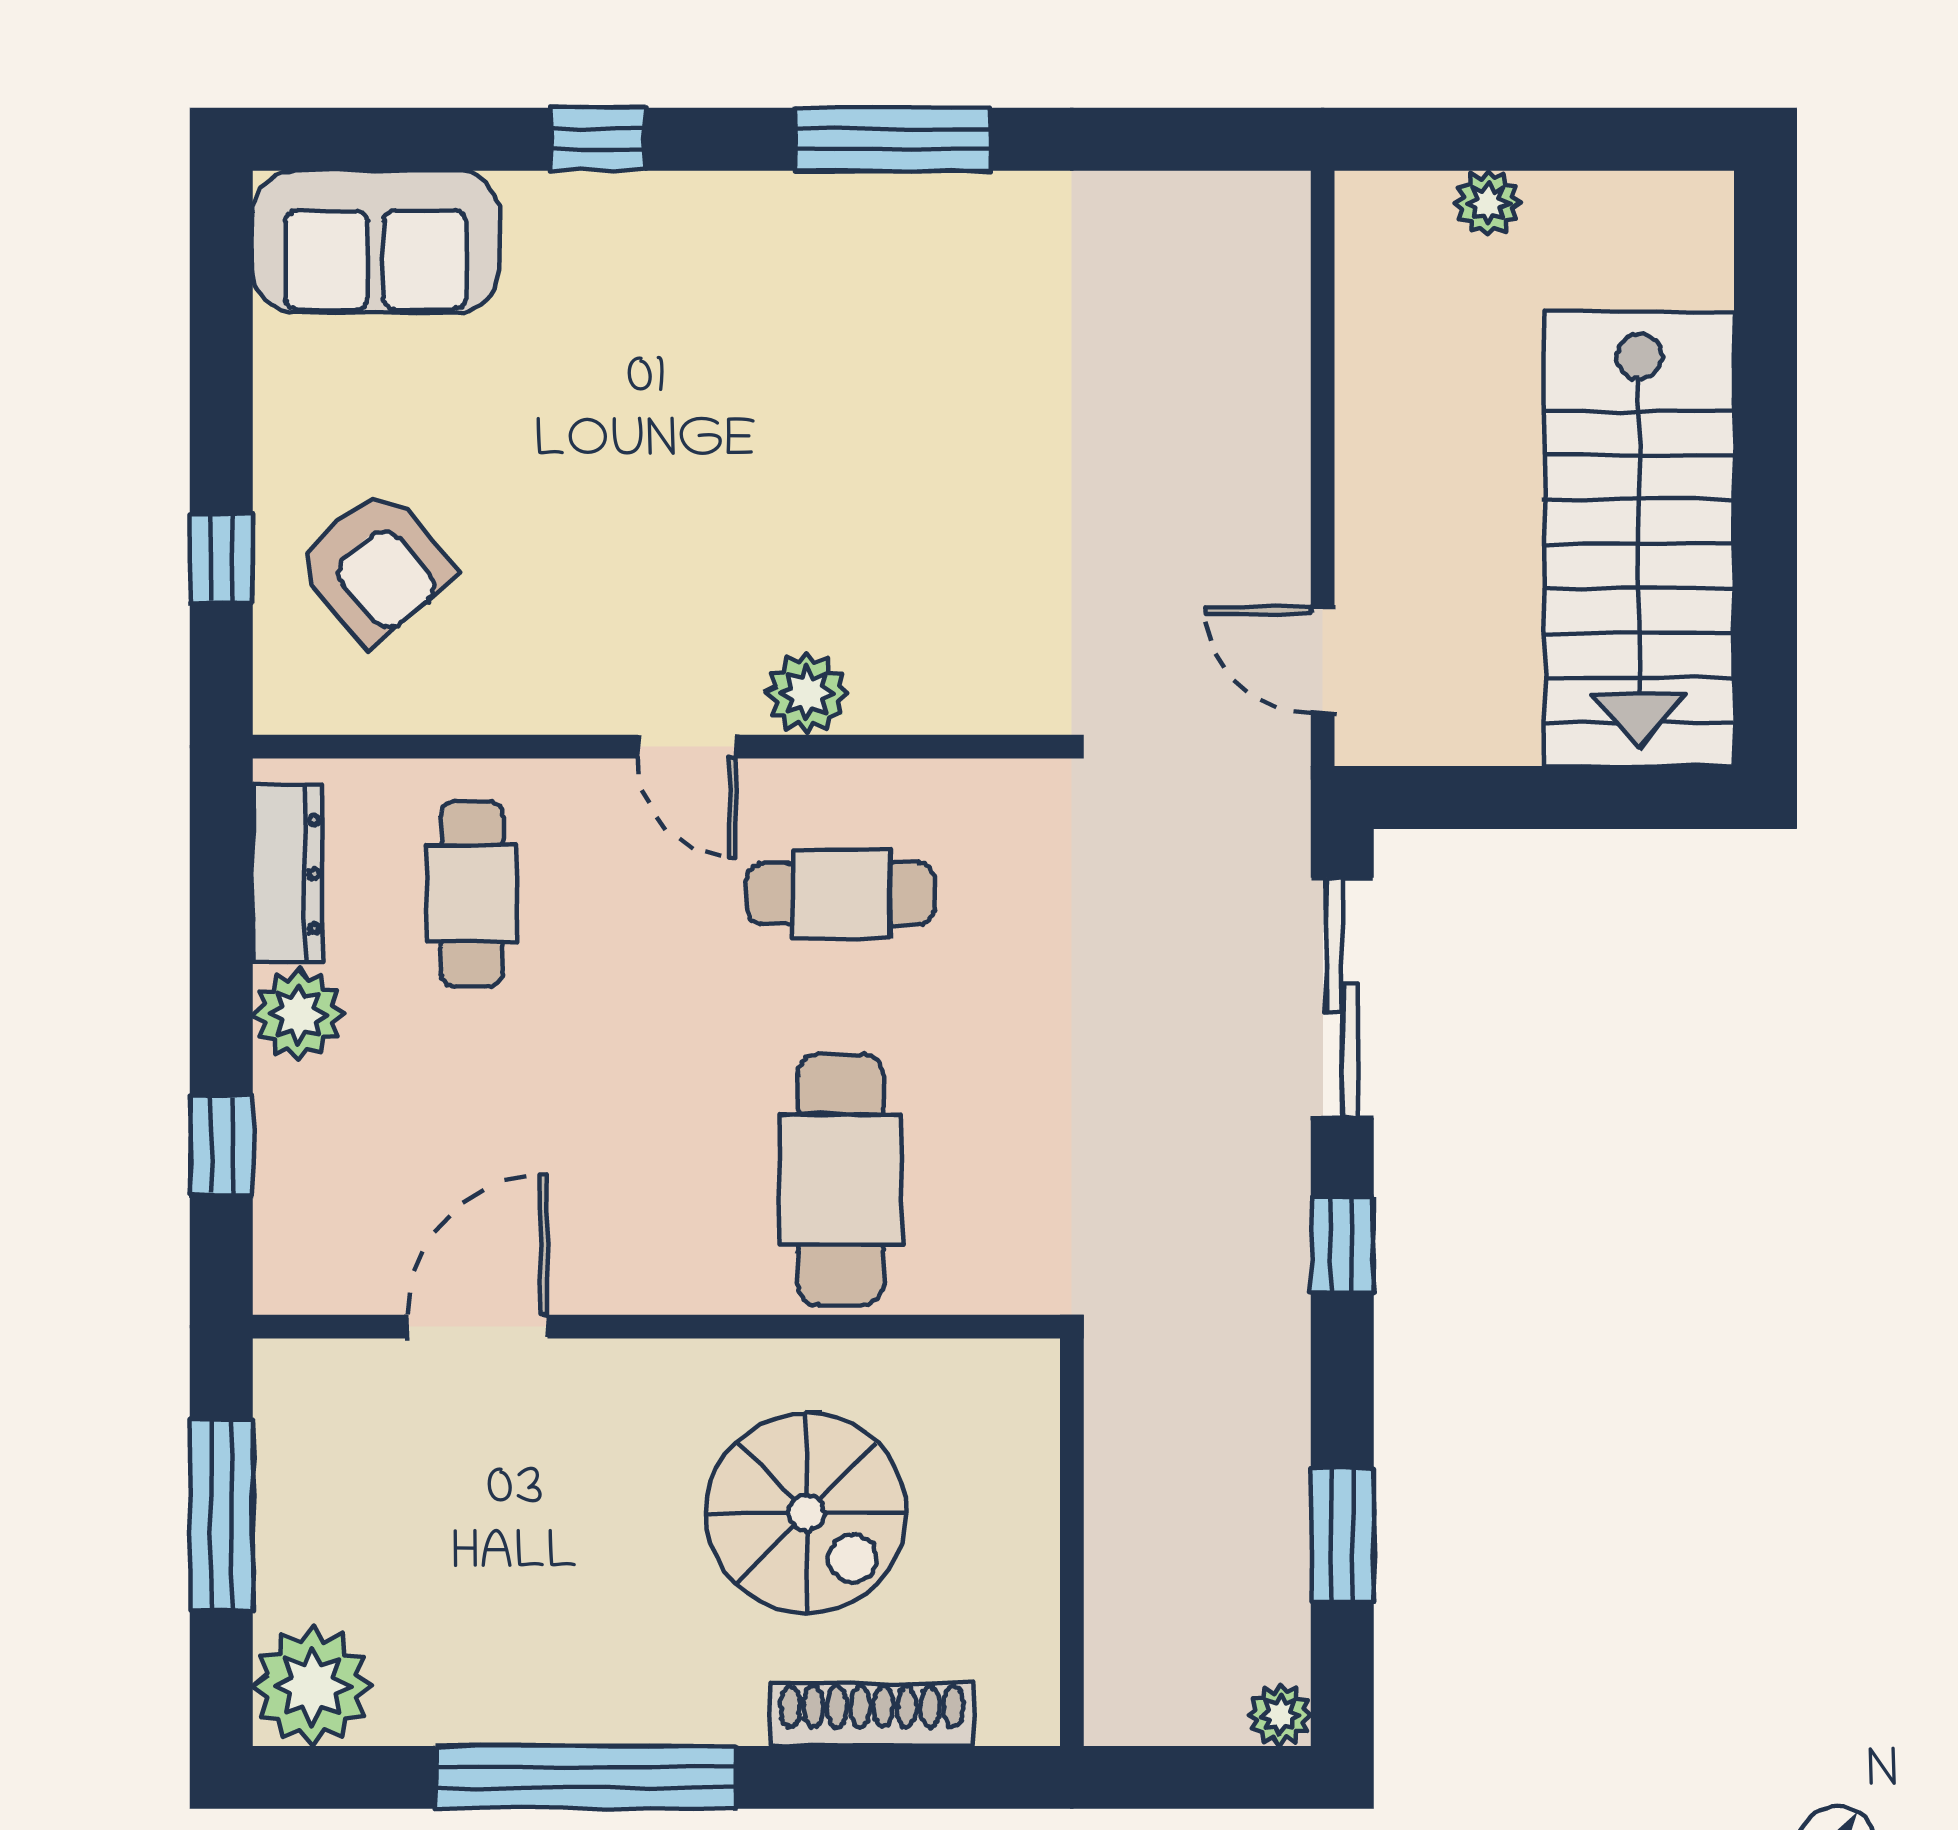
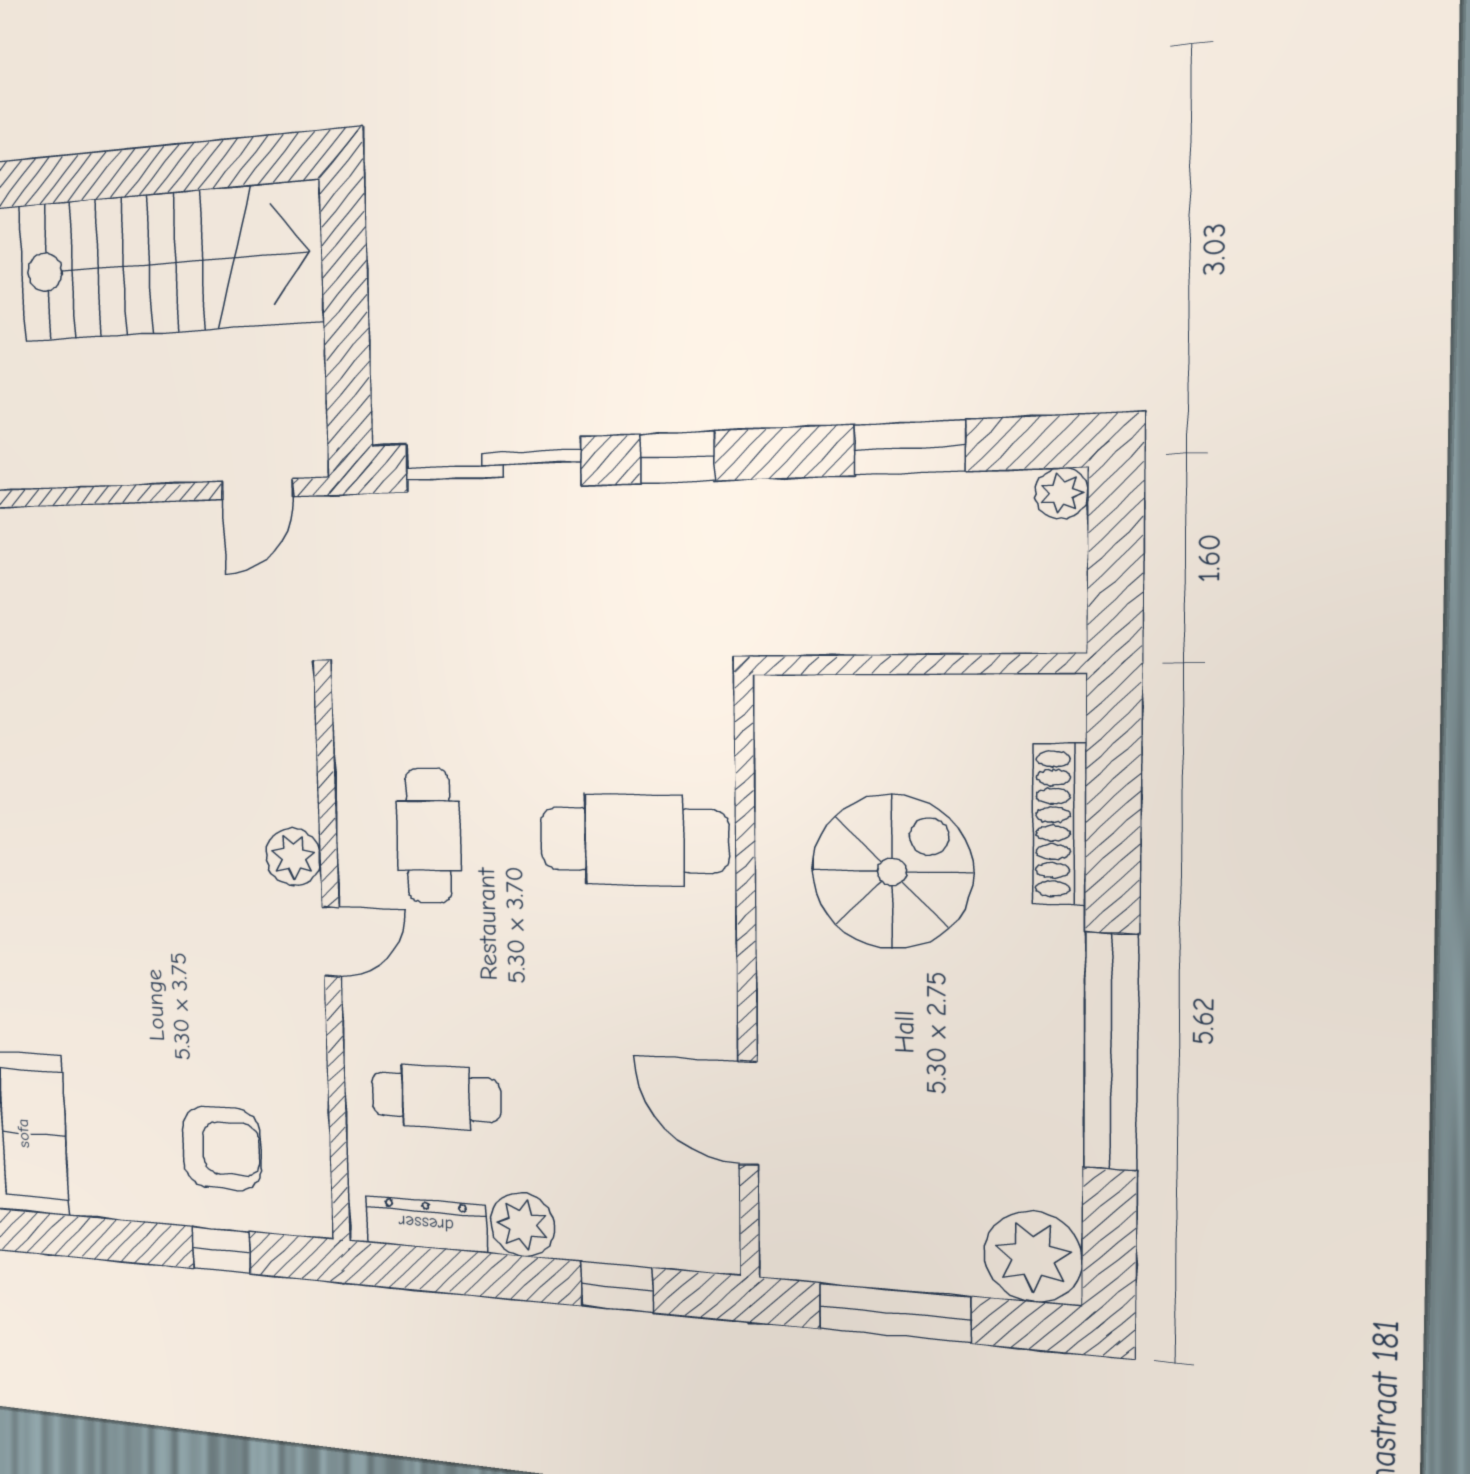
armchair: (375, 566) -> (222, 1148), turned 40

